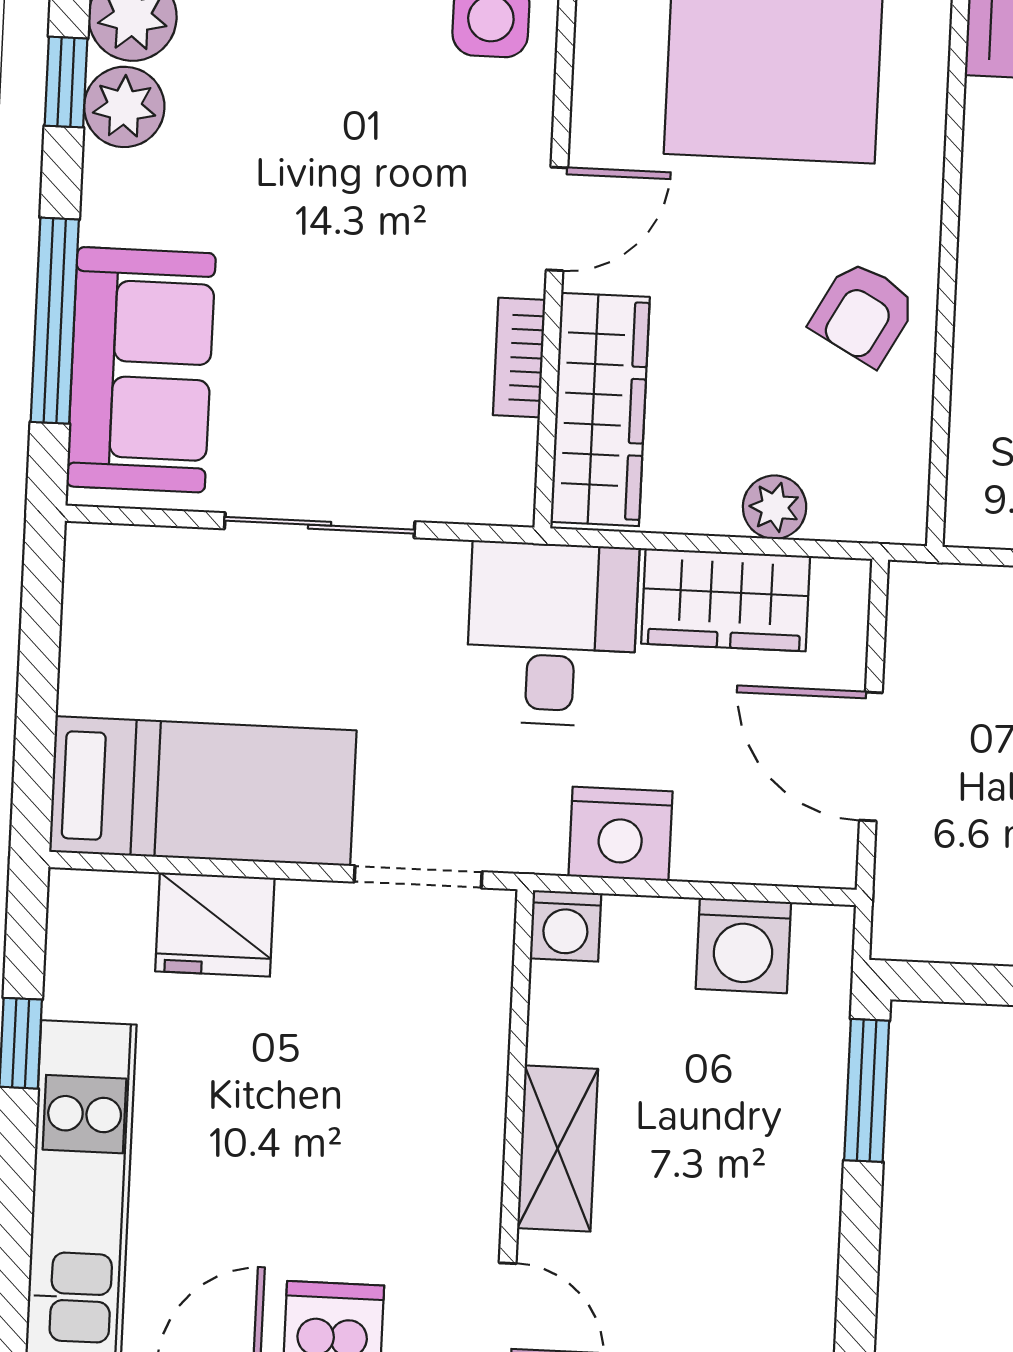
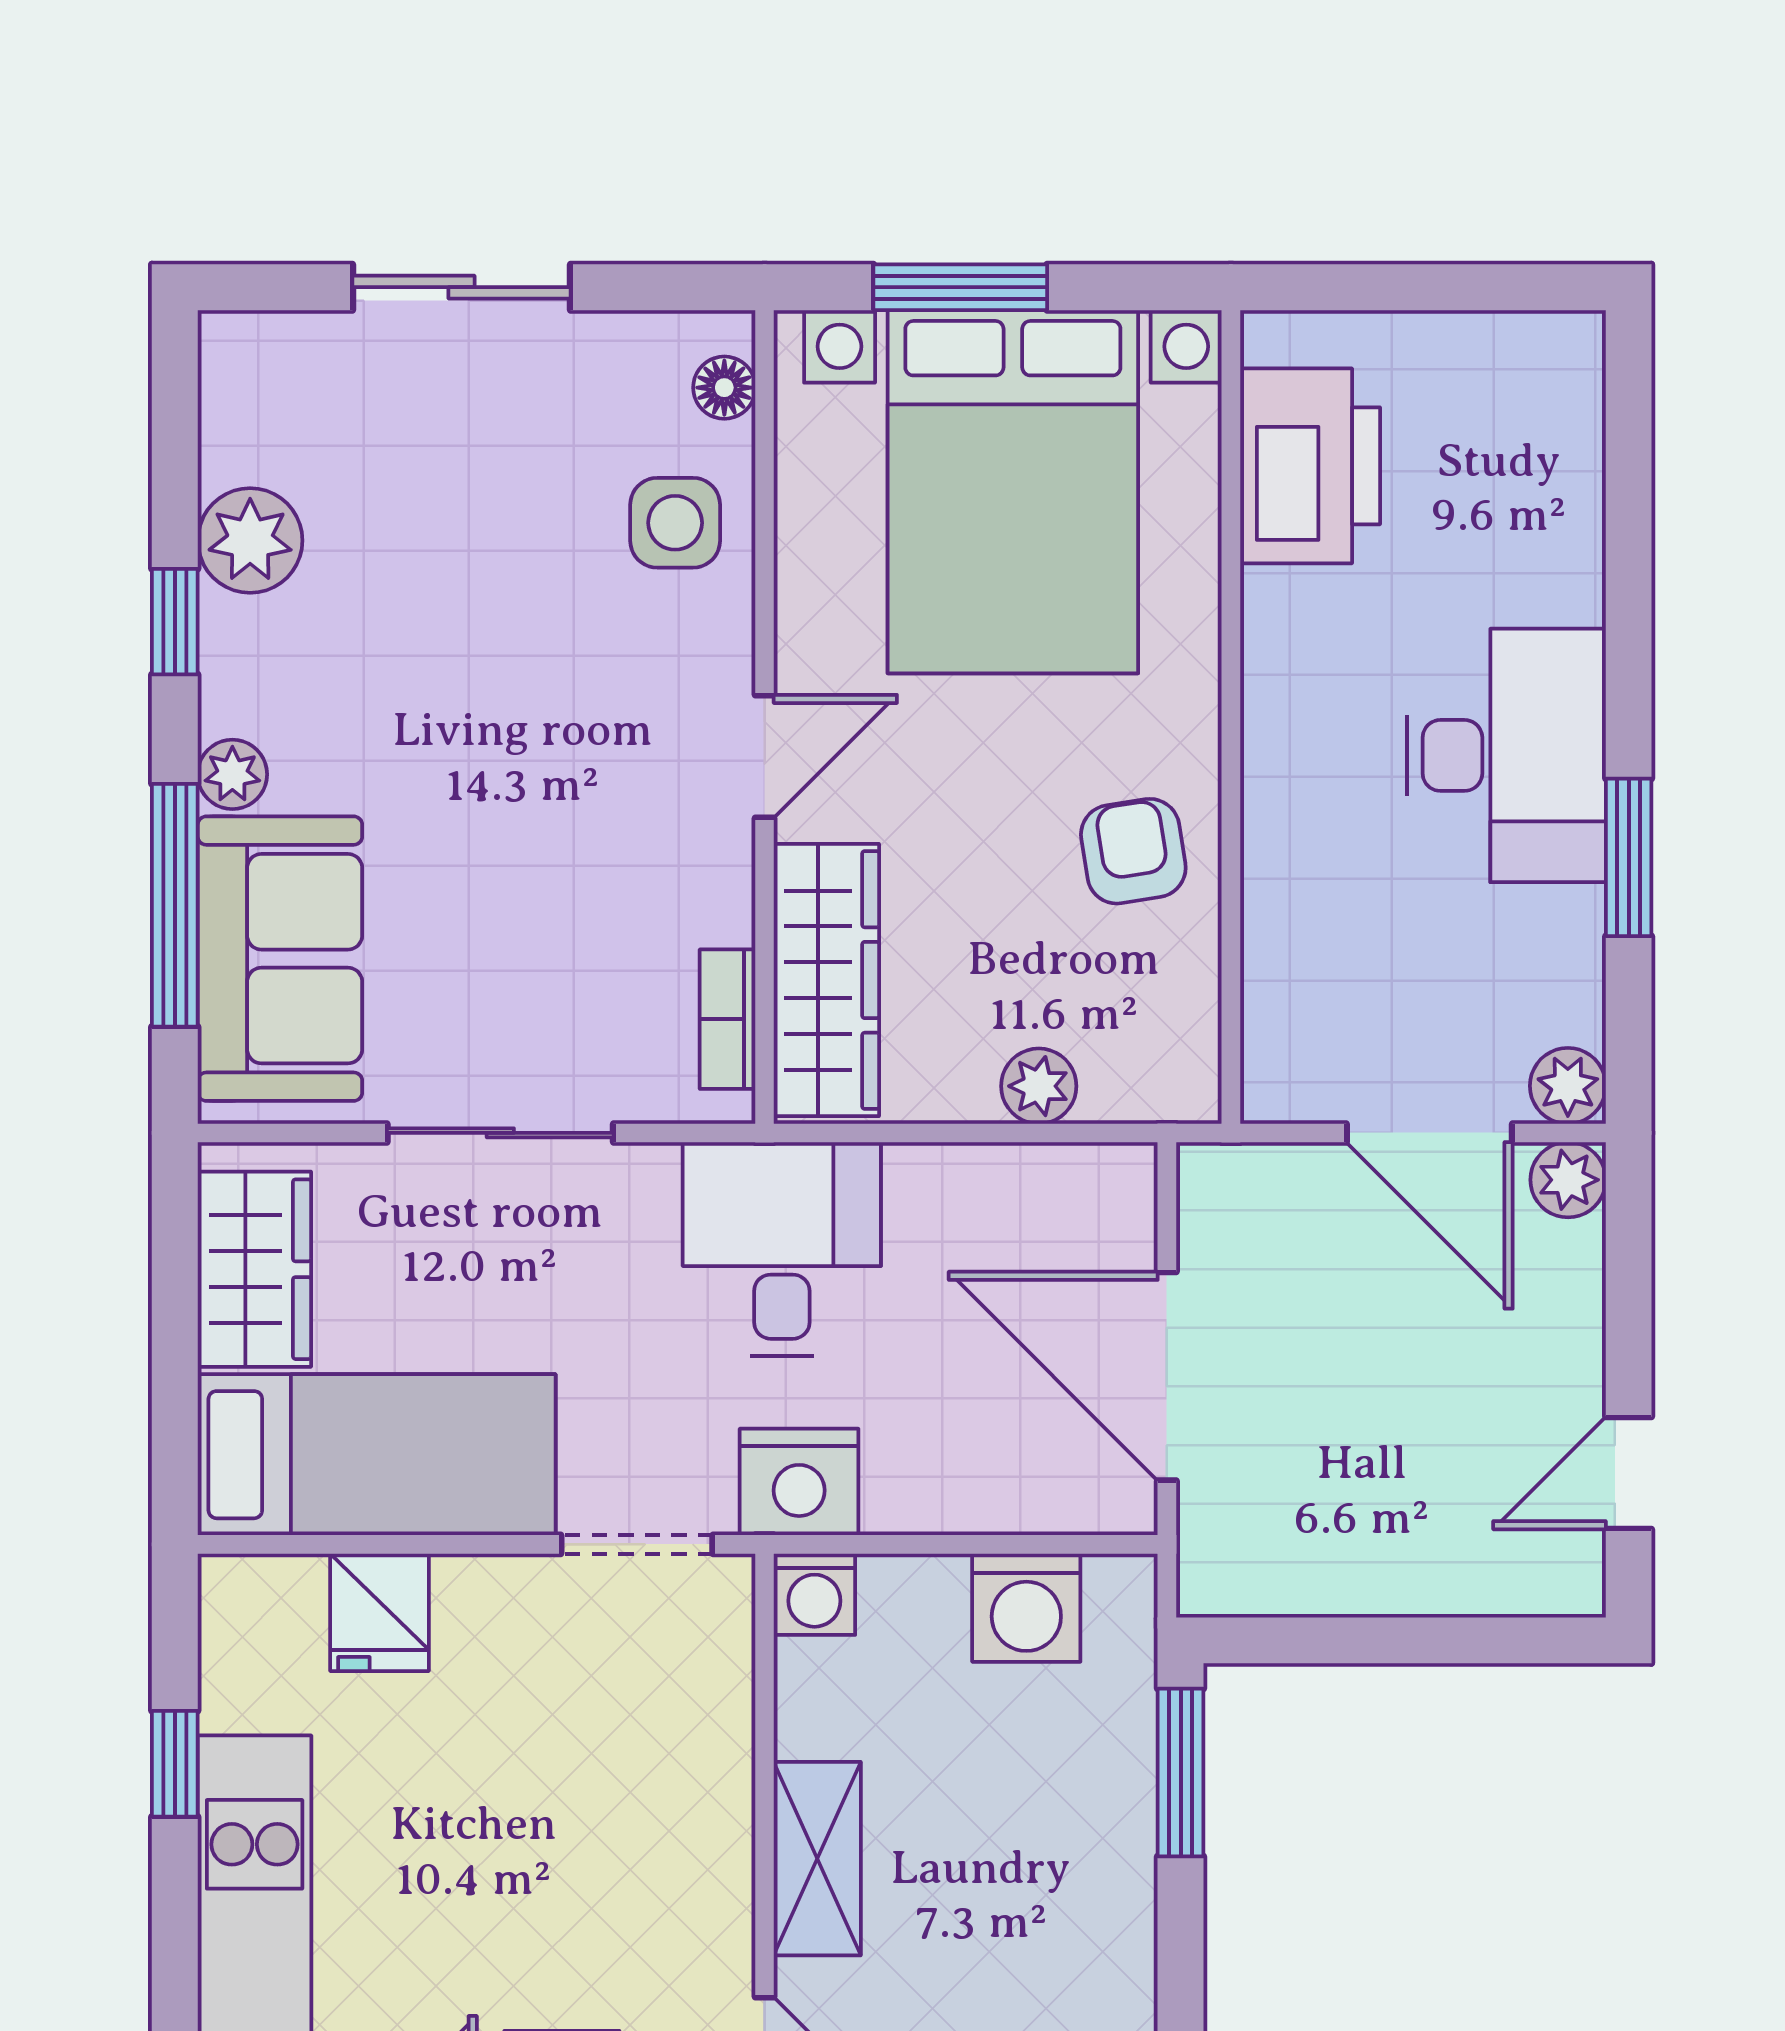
plant: (124, 107) -> (232, 774), moved, width x0.73, depth x0.73
armchair: (863, 313) -> (1133, 851), turned 142
bookcase: (519, 357) -> (728, 1019), moved
wardrobe: (726, 600) -> (254, 1269), moved, turned -90
door: (871, 756) -> (1167, 1376), width x1.36
nightstand: (620, 834) -> (799, 1482), moved
fridge: (215, 925) -> (380, 1612), width x0.72

